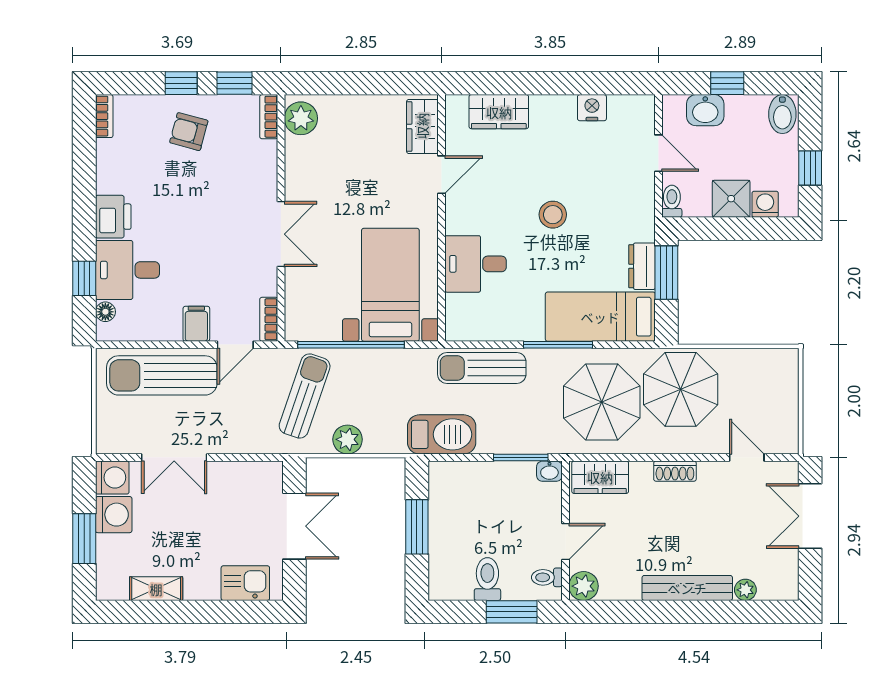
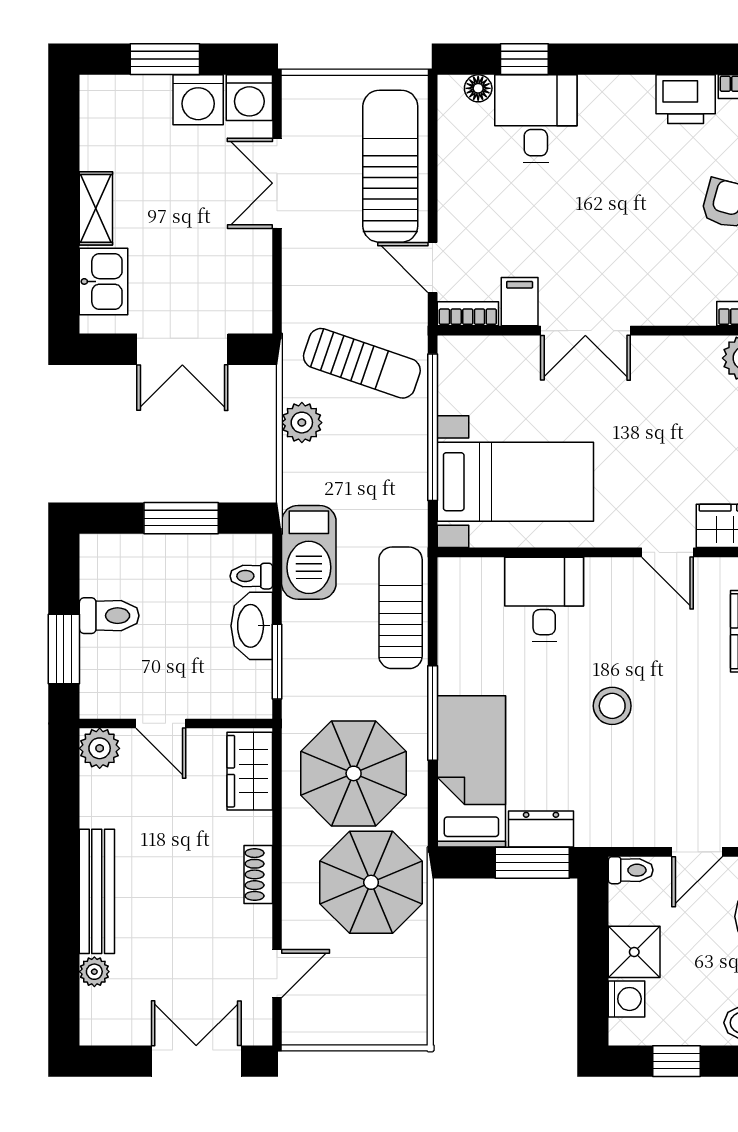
printer: (113, 217) -> (686, 99), moved
filing cabinet: (196, 324) -> (520, 302), moved, turned -90
washbasin: (549, 471) -> (252, 626), moved, width x1.91, depth x1.45
toilet: (547, 577) -> (251, 576), moved, turned -90
shelving: (156, 589) -> (96, 208), moved

